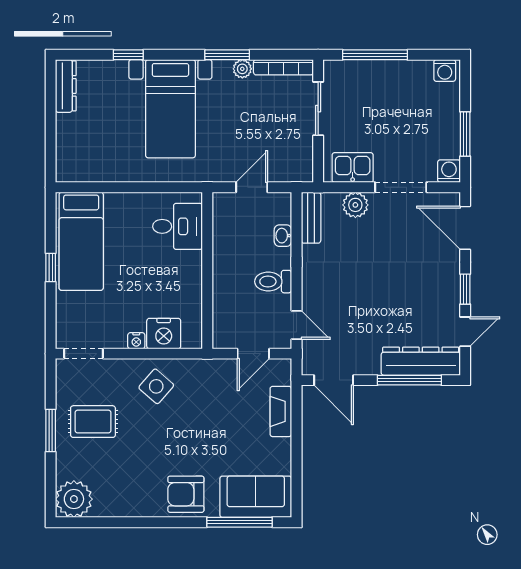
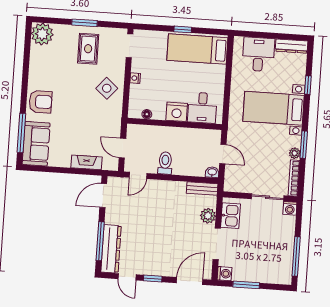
window: (375, 55) -> (296, 256), moved
washing machine: (445, 70) -> (290, 208), moved, turned -90
desk: (83, 140) -> (258, 54), added
washbasin: (283, 236) -> (212, 172), moved
floor lamp: (195, 317) -> (147, 114), added
nightstand: (164, 334) -> (177, 112), moved, turned -90
armchair: (186, 494) -> (40, 102), turned 90

